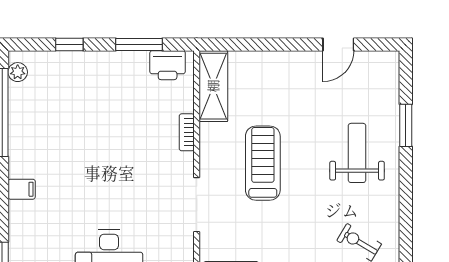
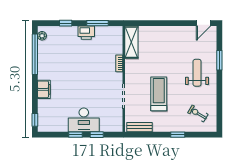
door: (338, 45) -> (203, 23), moved
printer: (168, 65) -> (86, 33), moved
treadmill: (263, 163) -> (159, 94), moved
filing cabinet: (22, 189) -> (44, 89), width x2.00

